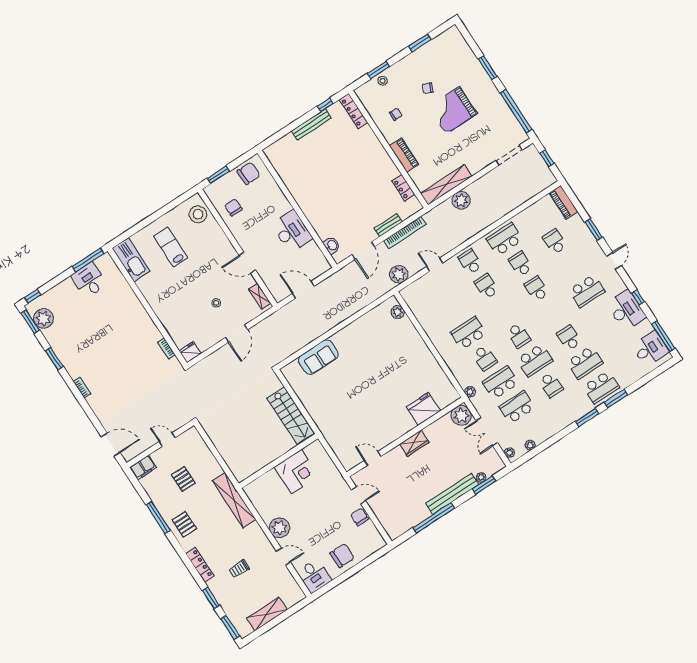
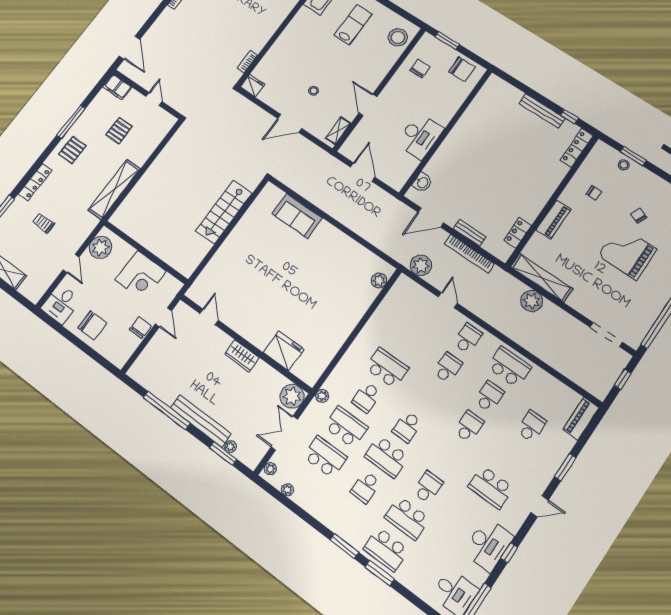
wall: (278, 461) -> (146, 252), moved
corner desk: (296, 472) -> (141, 276), moved

